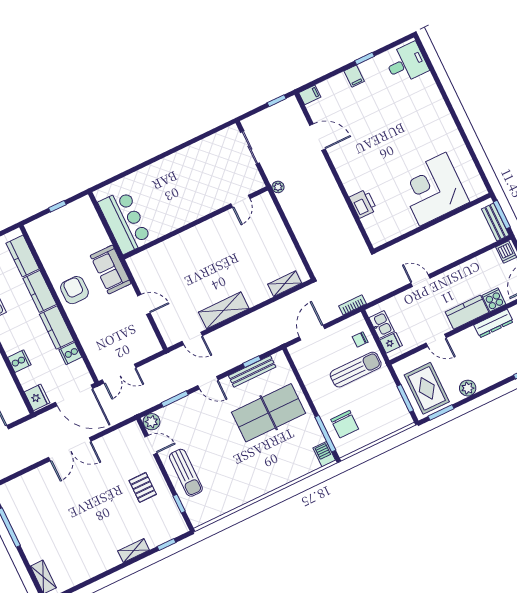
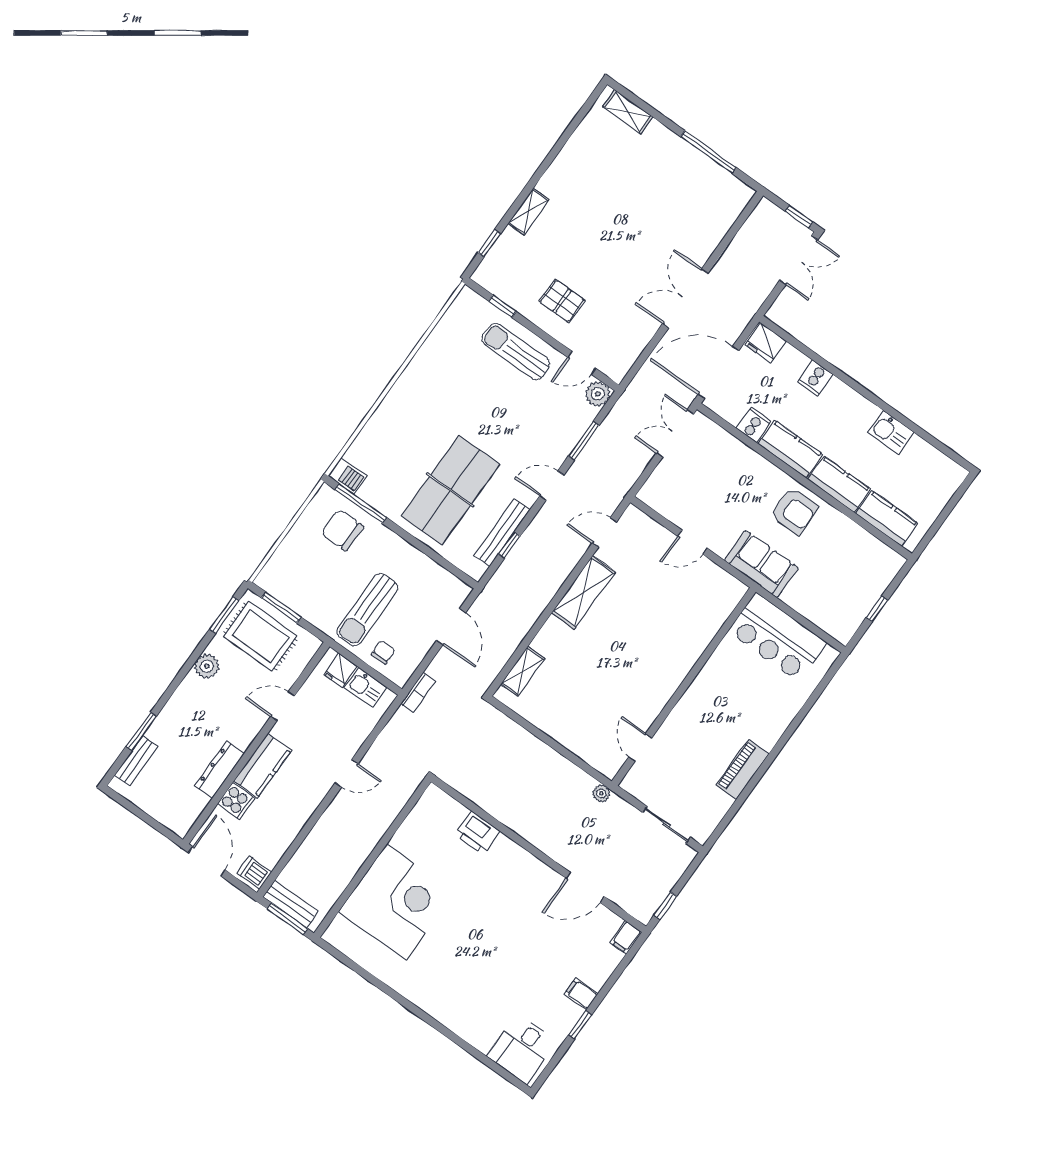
piano: (188, 156) -> (742, 770), added

